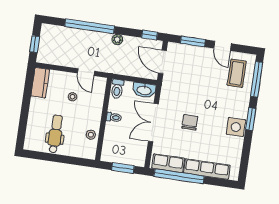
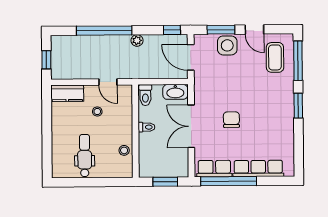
kitchen counter: (40, 83) -> (67, 93), moved, turned 90
side table: (236, 127) -> (227, 45), moved

